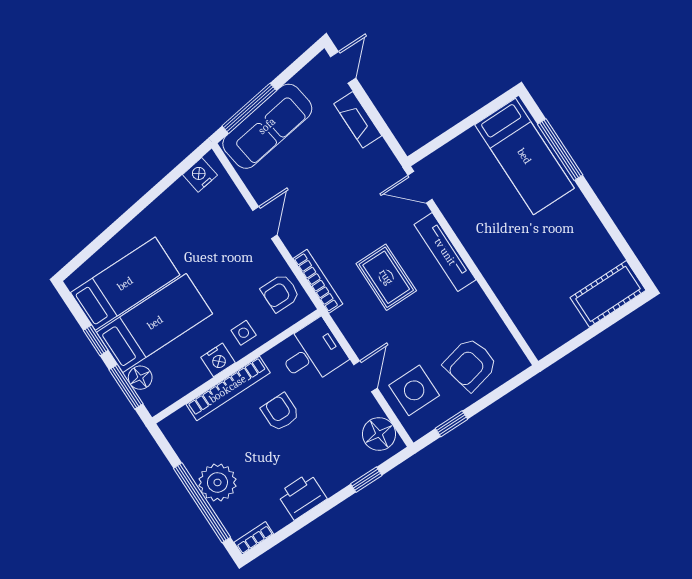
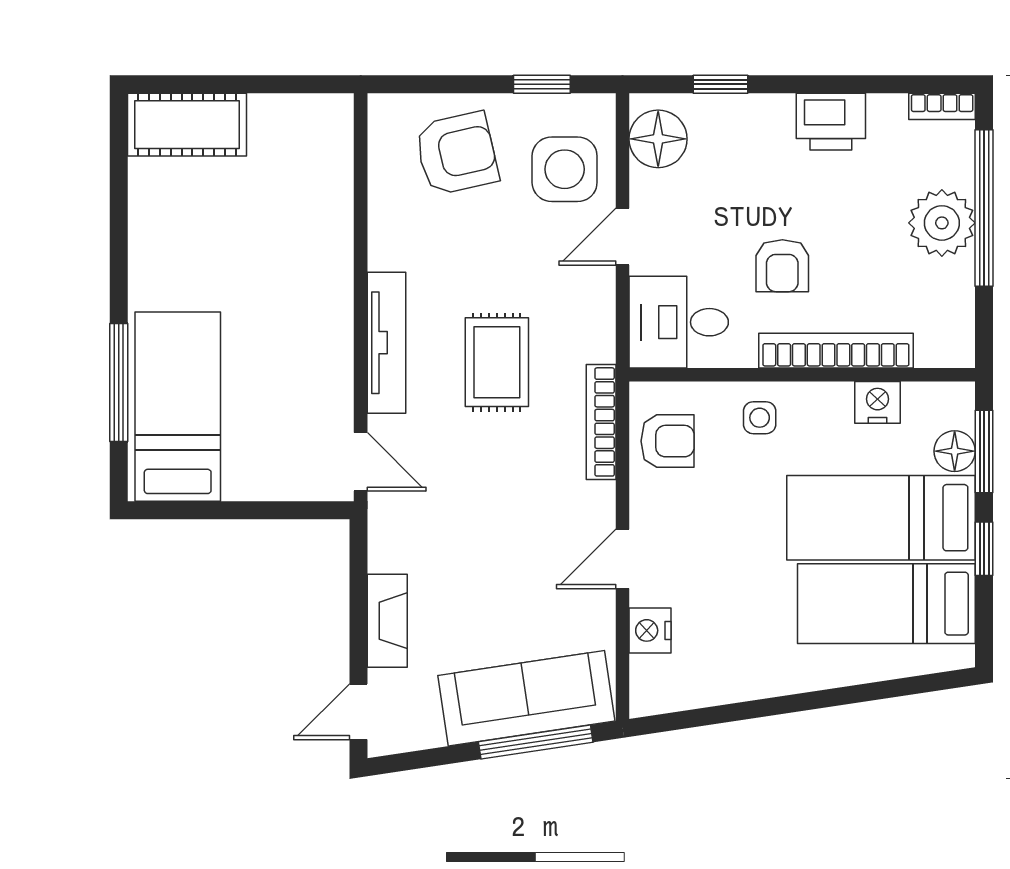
nightstand: (200, 175) -> (650, 630), moved, turned 99
nightstand: (218, 360) -> (877, 402), moved

